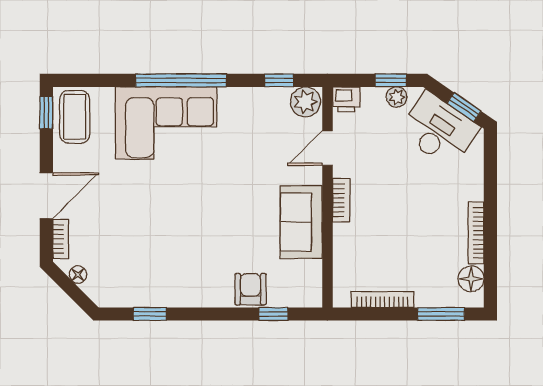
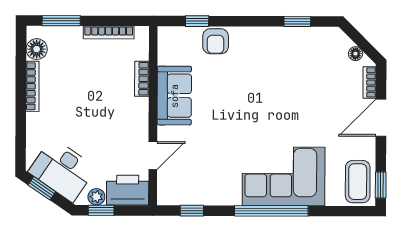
printer: (346, 99) -> (128, 190), width x1.87, depth x1.48
plant: (305, 102) -> (170, 193), removed
bookcase: (341, 200) -> (142, 79), moved

